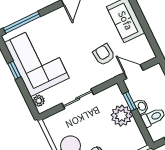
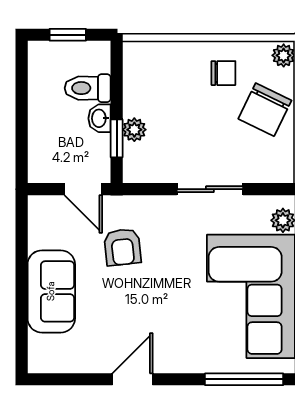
plant: (121, 116) -> (134, 130), width x0.53, depth x0.53

